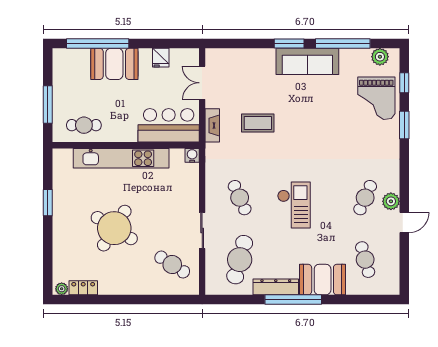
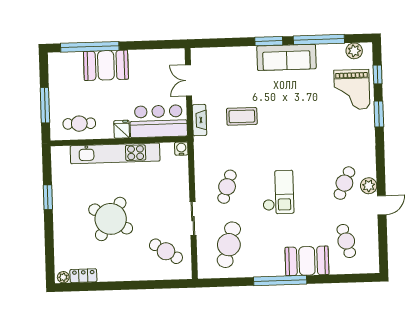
fridge: (161, 58) -> (122, 129), moved, turned 180
cafe table: (240, 198) -> (227, 187), turned 42
dresser: (276, 287) -> (263, 269), removed

